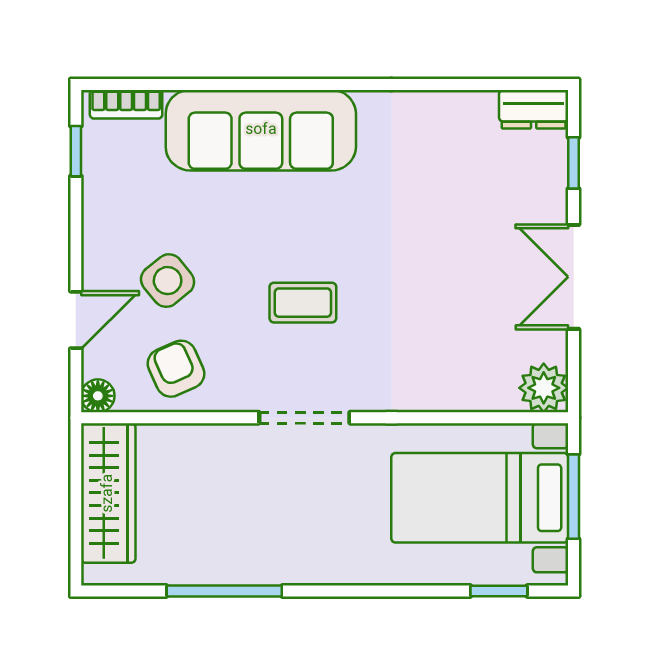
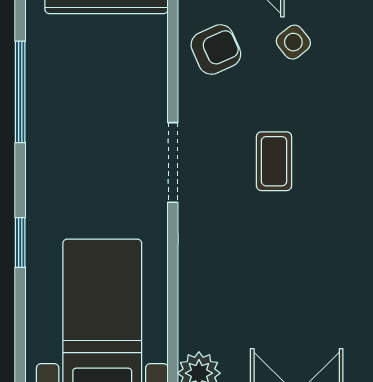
side table: (168, 281) -> (293, 42), width x0.73, depth x0.73
window: (499, 591) -> (20, 242), moved

